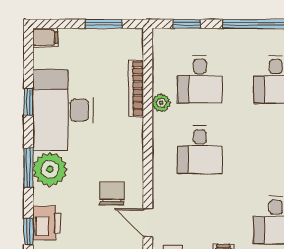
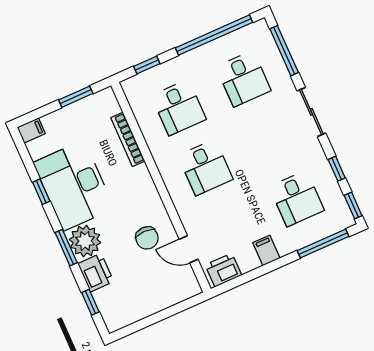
plant: (161, 103) -> (155, 142), removed
chair: (112, 193) -> (147, 238), turned 180
printer: (47, 223) -> (96, 273), moved

